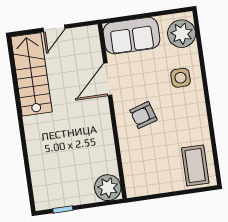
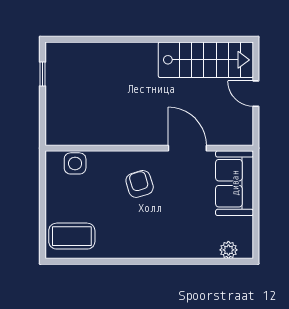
plant: (182, 34) -> (228, 250), width x0.53, depth x0.53
side table: (180, 78) -> (75, 163), moved
plant: (108, 188) -> (61, 130), removed

